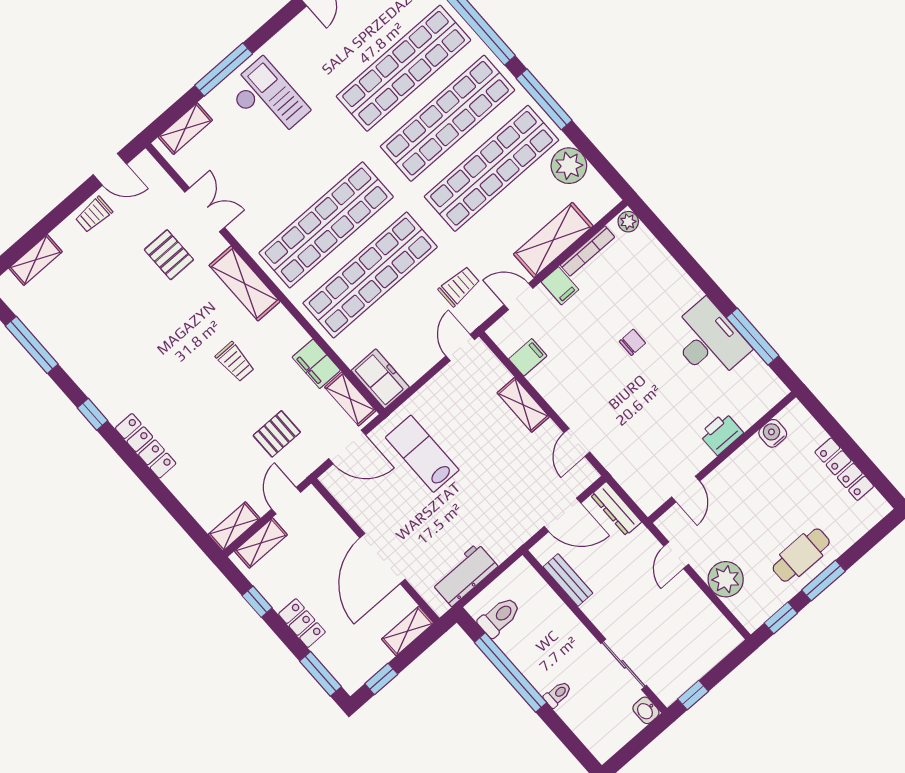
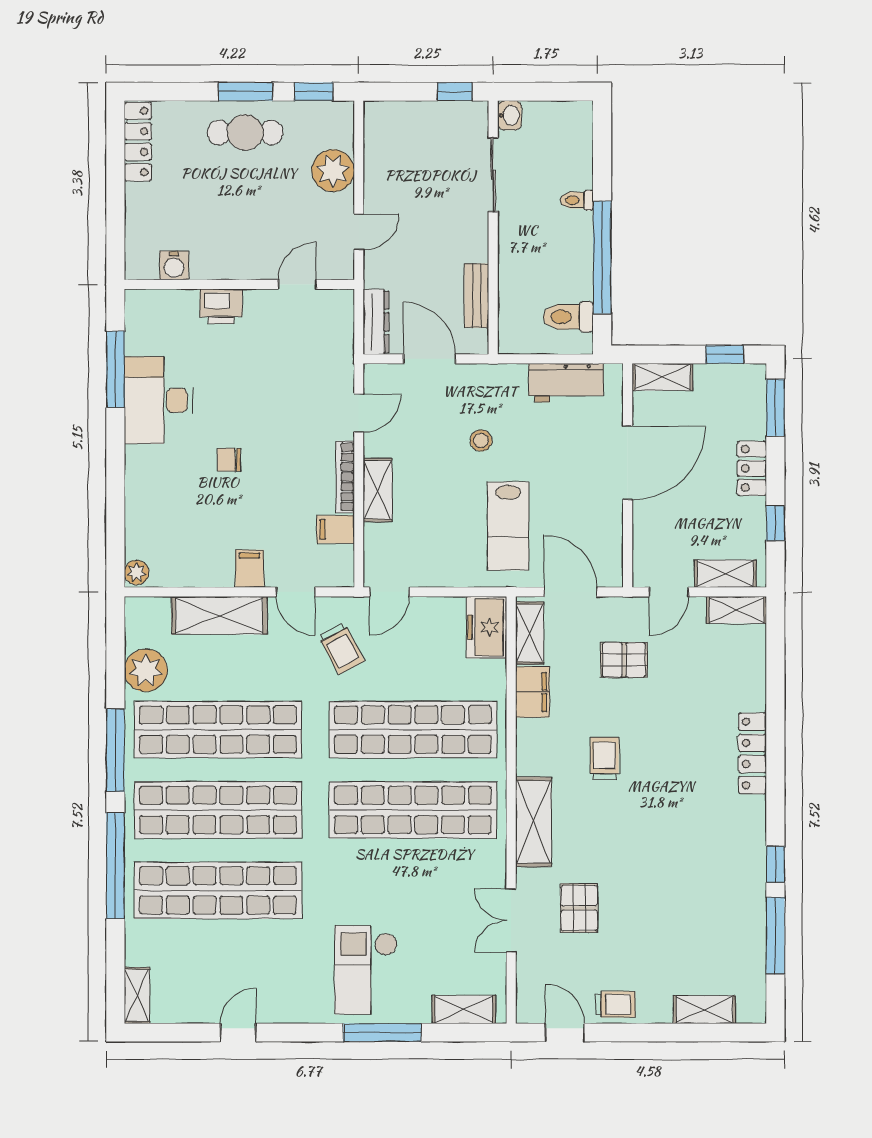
bookcase: (587, 251) -> (345, 477), moved, turned -90
trolley: (459, 286) -> (341, 648), turned -118
window: (93, 414) -> (775, 864), moved
locker: (844, 469) -> (138, 142), moved
stool: (486, 492) -> (481, 441), added

